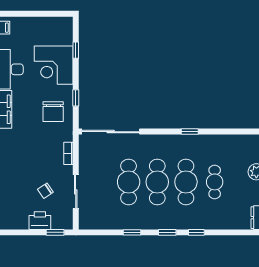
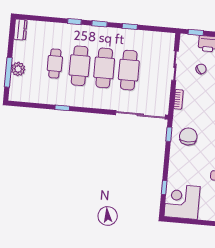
corner desk: (54, 65) -> (182, 202), moved, turned -90
window: (76, 98) -> (169, 134), moved
window: (190, 132) -> (62, 108), moved

